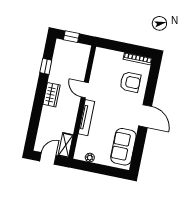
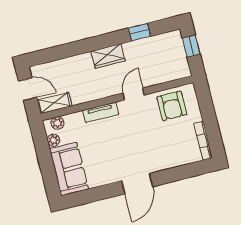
armchair: (130, 82) -> (172, 106), moved
tv unit: (86, 118) -> (101, 112), width x0.71
sofa: (123, 147) -> (69, 169), moved, turned 90
plant: (80, 149) -> (57, 123), added

